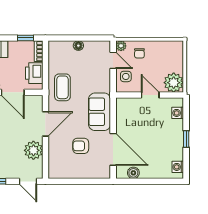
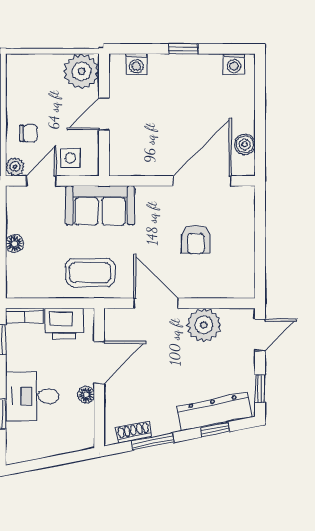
sofa: (100, 112) -> (100, 205), moved

